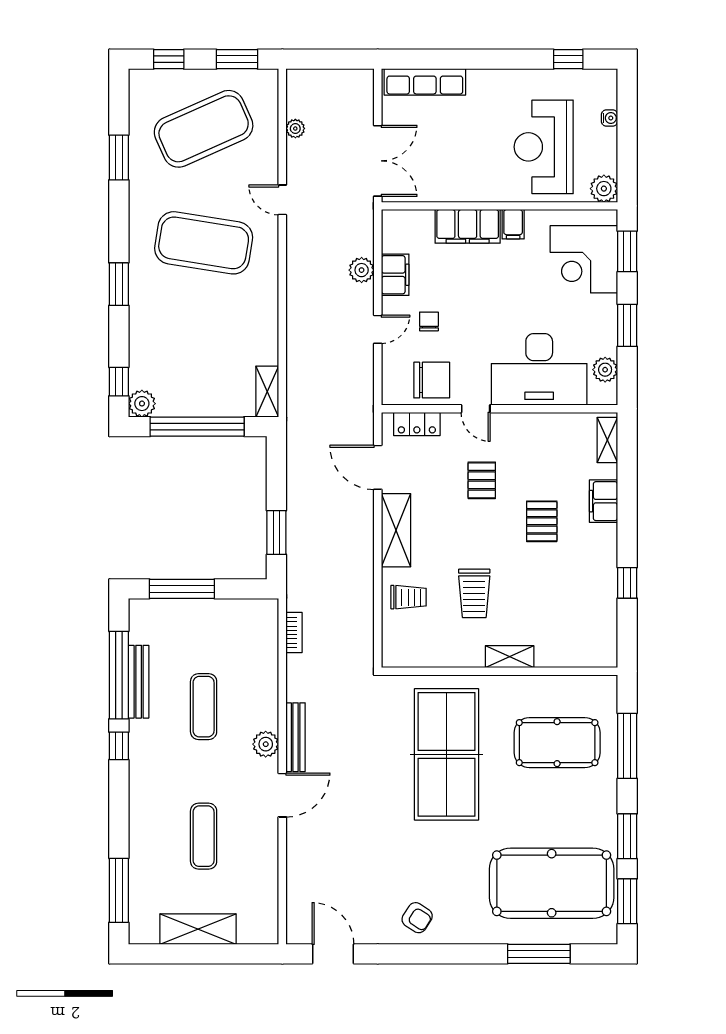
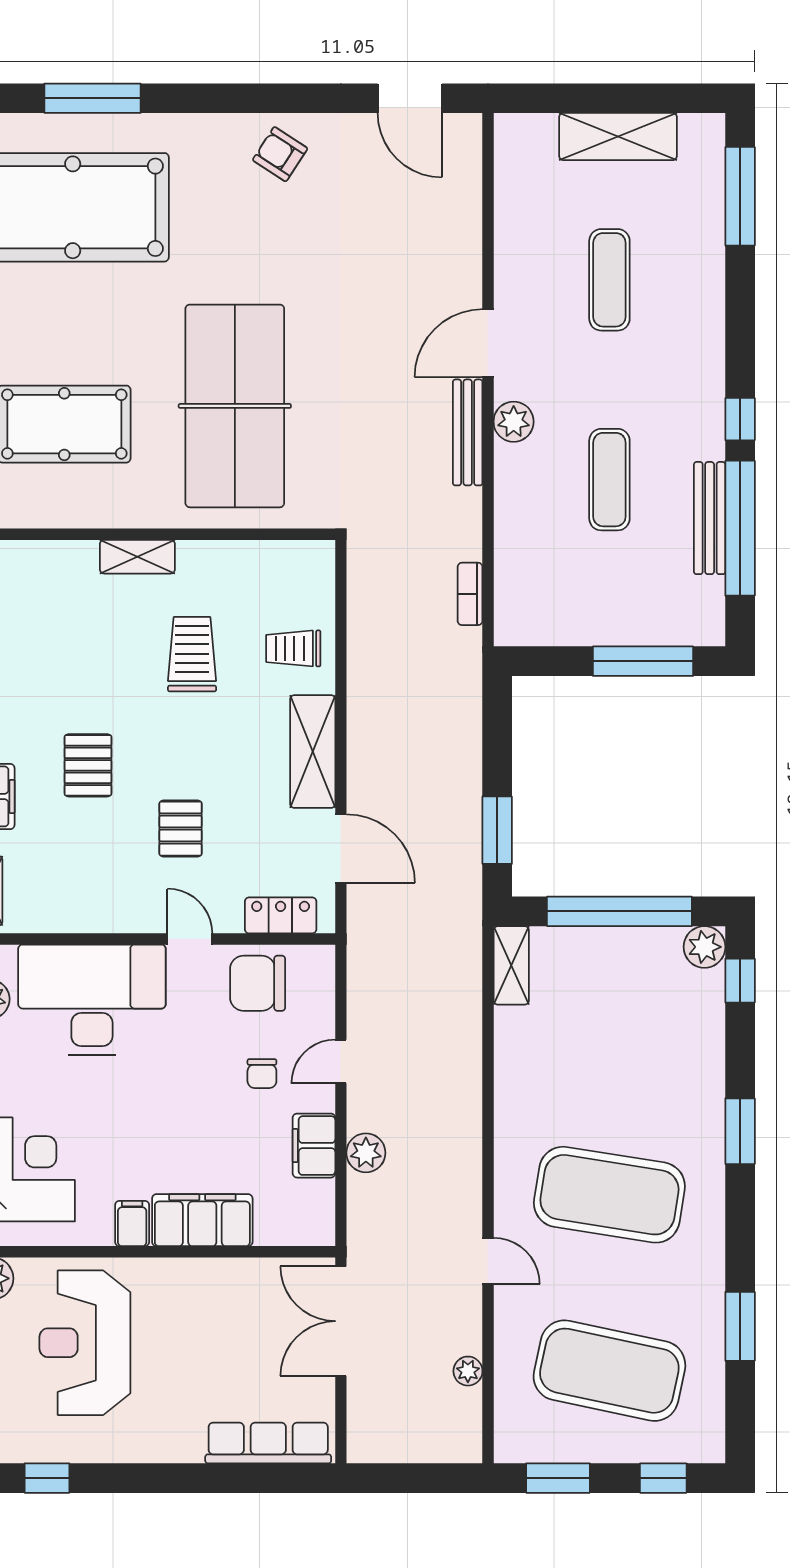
exercise mat: (204, 129) -> (609, 1371), turned 36
reception desk: (544, 147) -> (85, 1343), turned 180
window: (276, 532) -> (497, 830), moved

